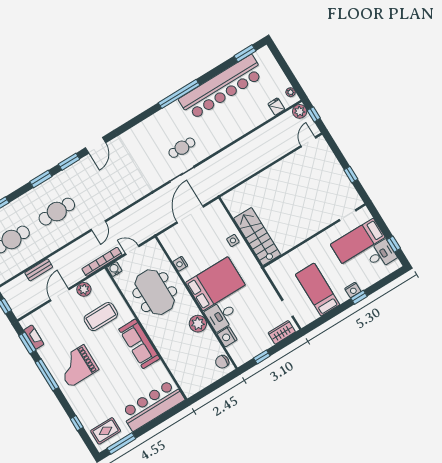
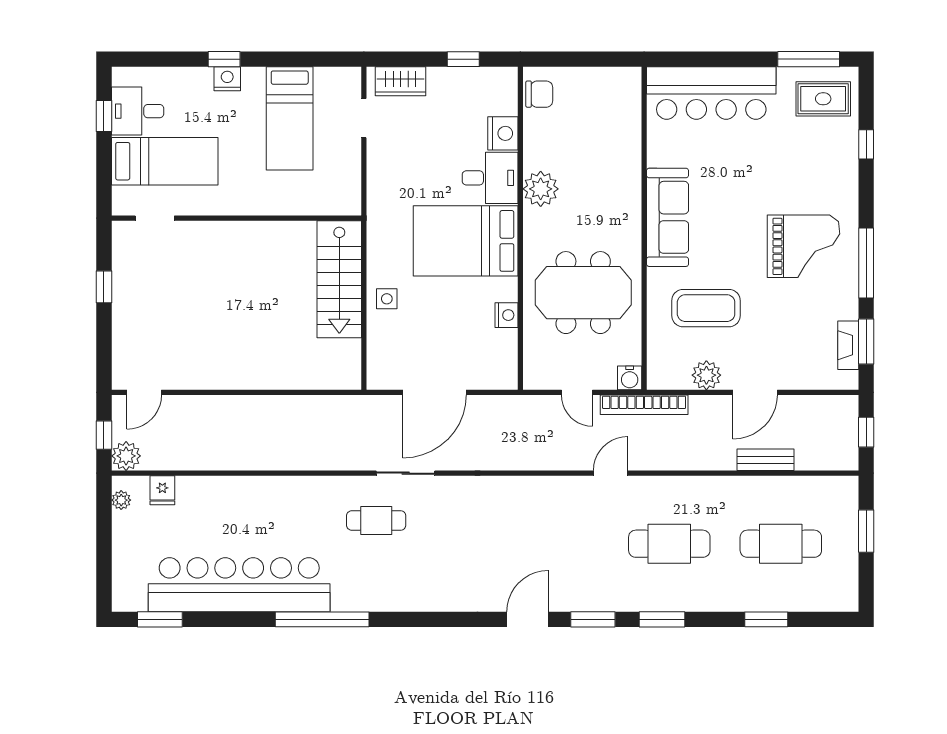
meeting table: (155, 292) -> (583, 293), turned 90

